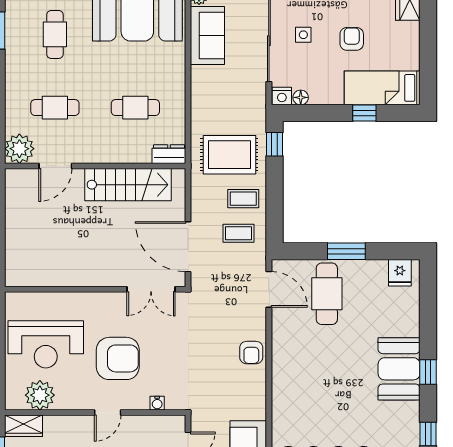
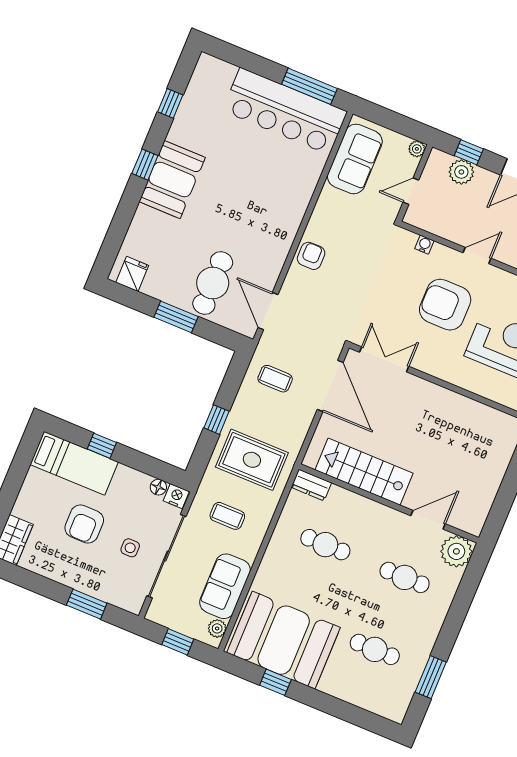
cafe table: (55, 34) -> (375, 649), turned 90
armchair: (352, 39) -> (84, 524), width x1.38, depth x1.38
window: (275, 144) -> (217, 420), moved
coffee table: (243, 199) -> (227, 516), moved

